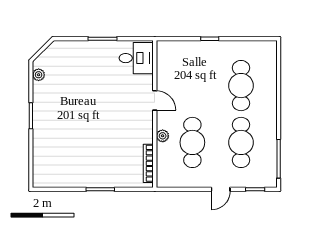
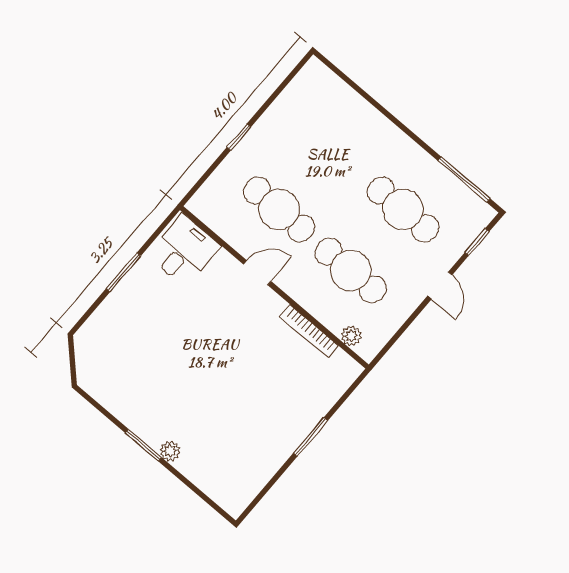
plant: (39, 75) -> (170, 451), moved
cafe table: (241, 86) -> (279, 209), moved
plant: (163, 136) -> (351, 336), moved
bookcase: (148, 163) -> (309, 331), moved

